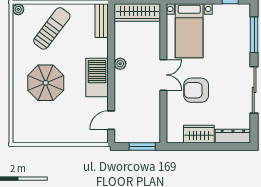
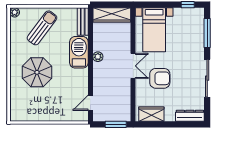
barbecue: (97, 78) -> (79, 52), moved
armchair: (196, 90) -> (160, 78), turned 180
wardrobe: (199, 134) -> (151, 114), moved

